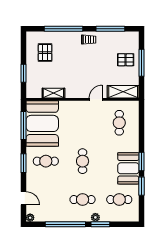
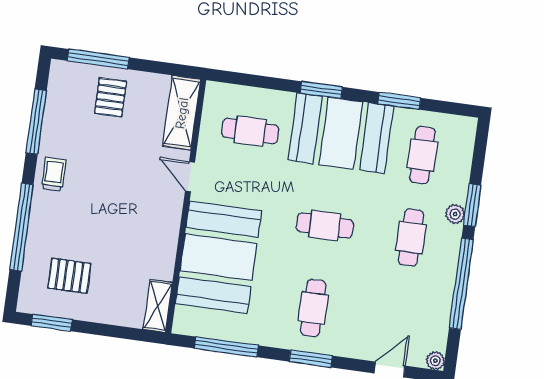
window: (142, 63) -> (98, 59), moved
window: (24, 73) -> (52, 323), moved
shelving: (53, 93) -> (158, 306), moved
booth: (42, 123) -> (218, 257), moved, turned 90
window: (142, 162) -> (321, 90), moved
booth: (128, 168) -> (341, 133), width x1.36, depth x1.42

